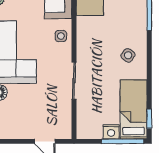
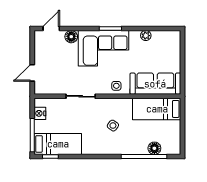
side table: (128, 55) -> (113, 126), moved
nightstand: (111, 132) -> (40, 113), moved

